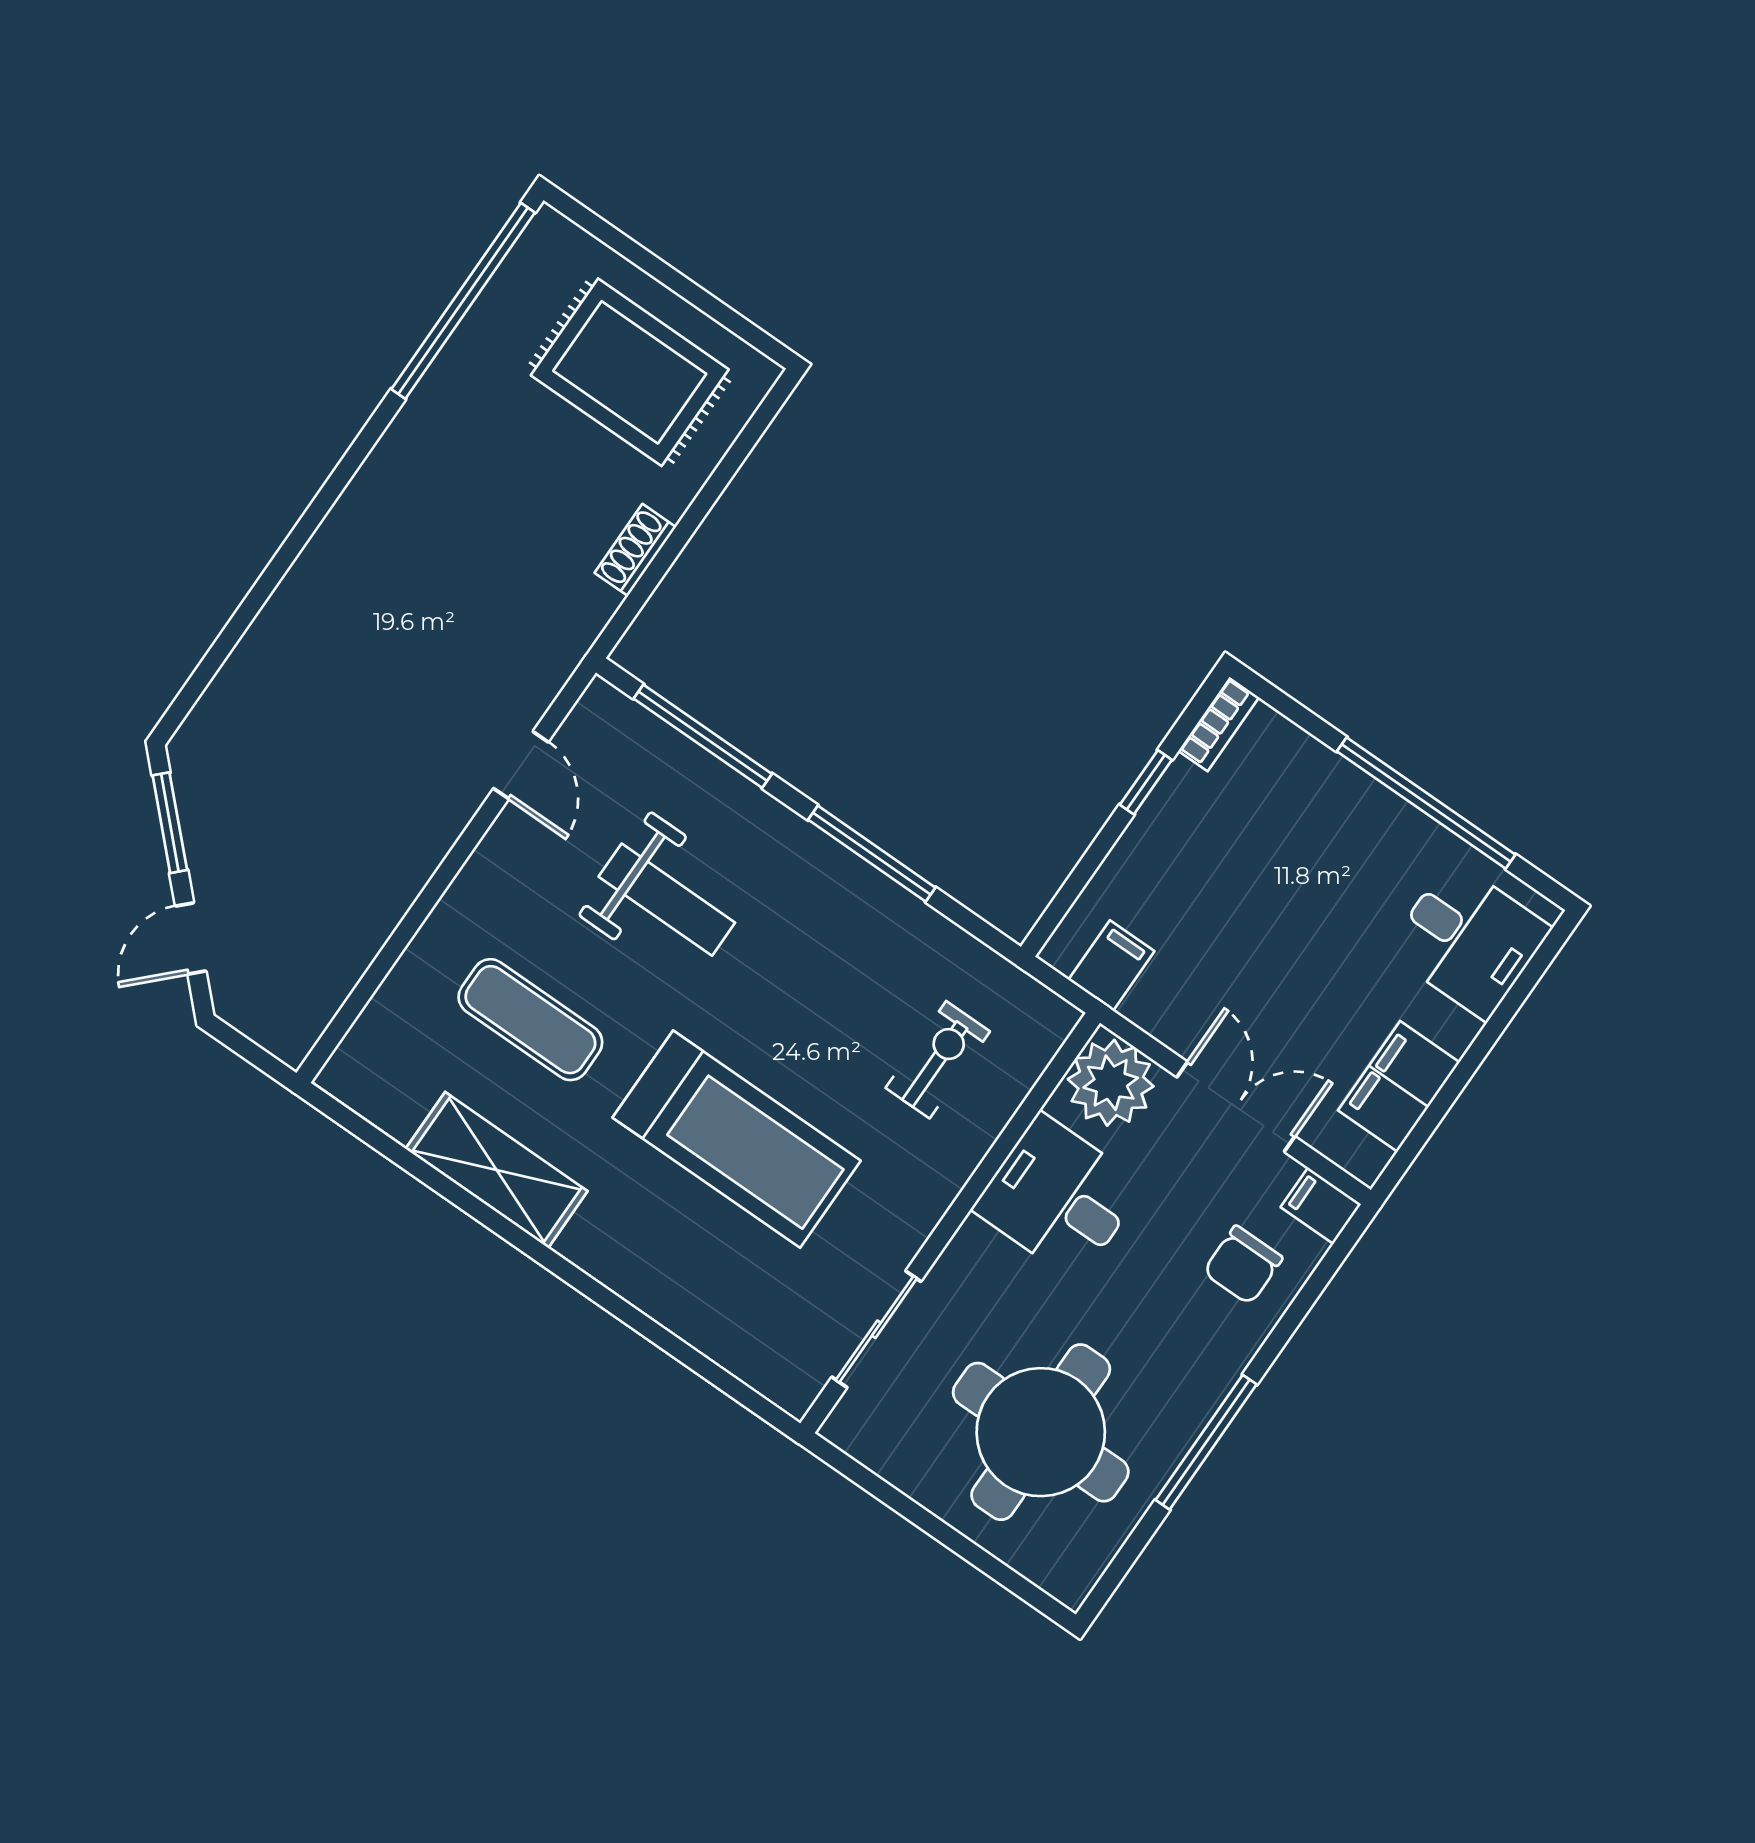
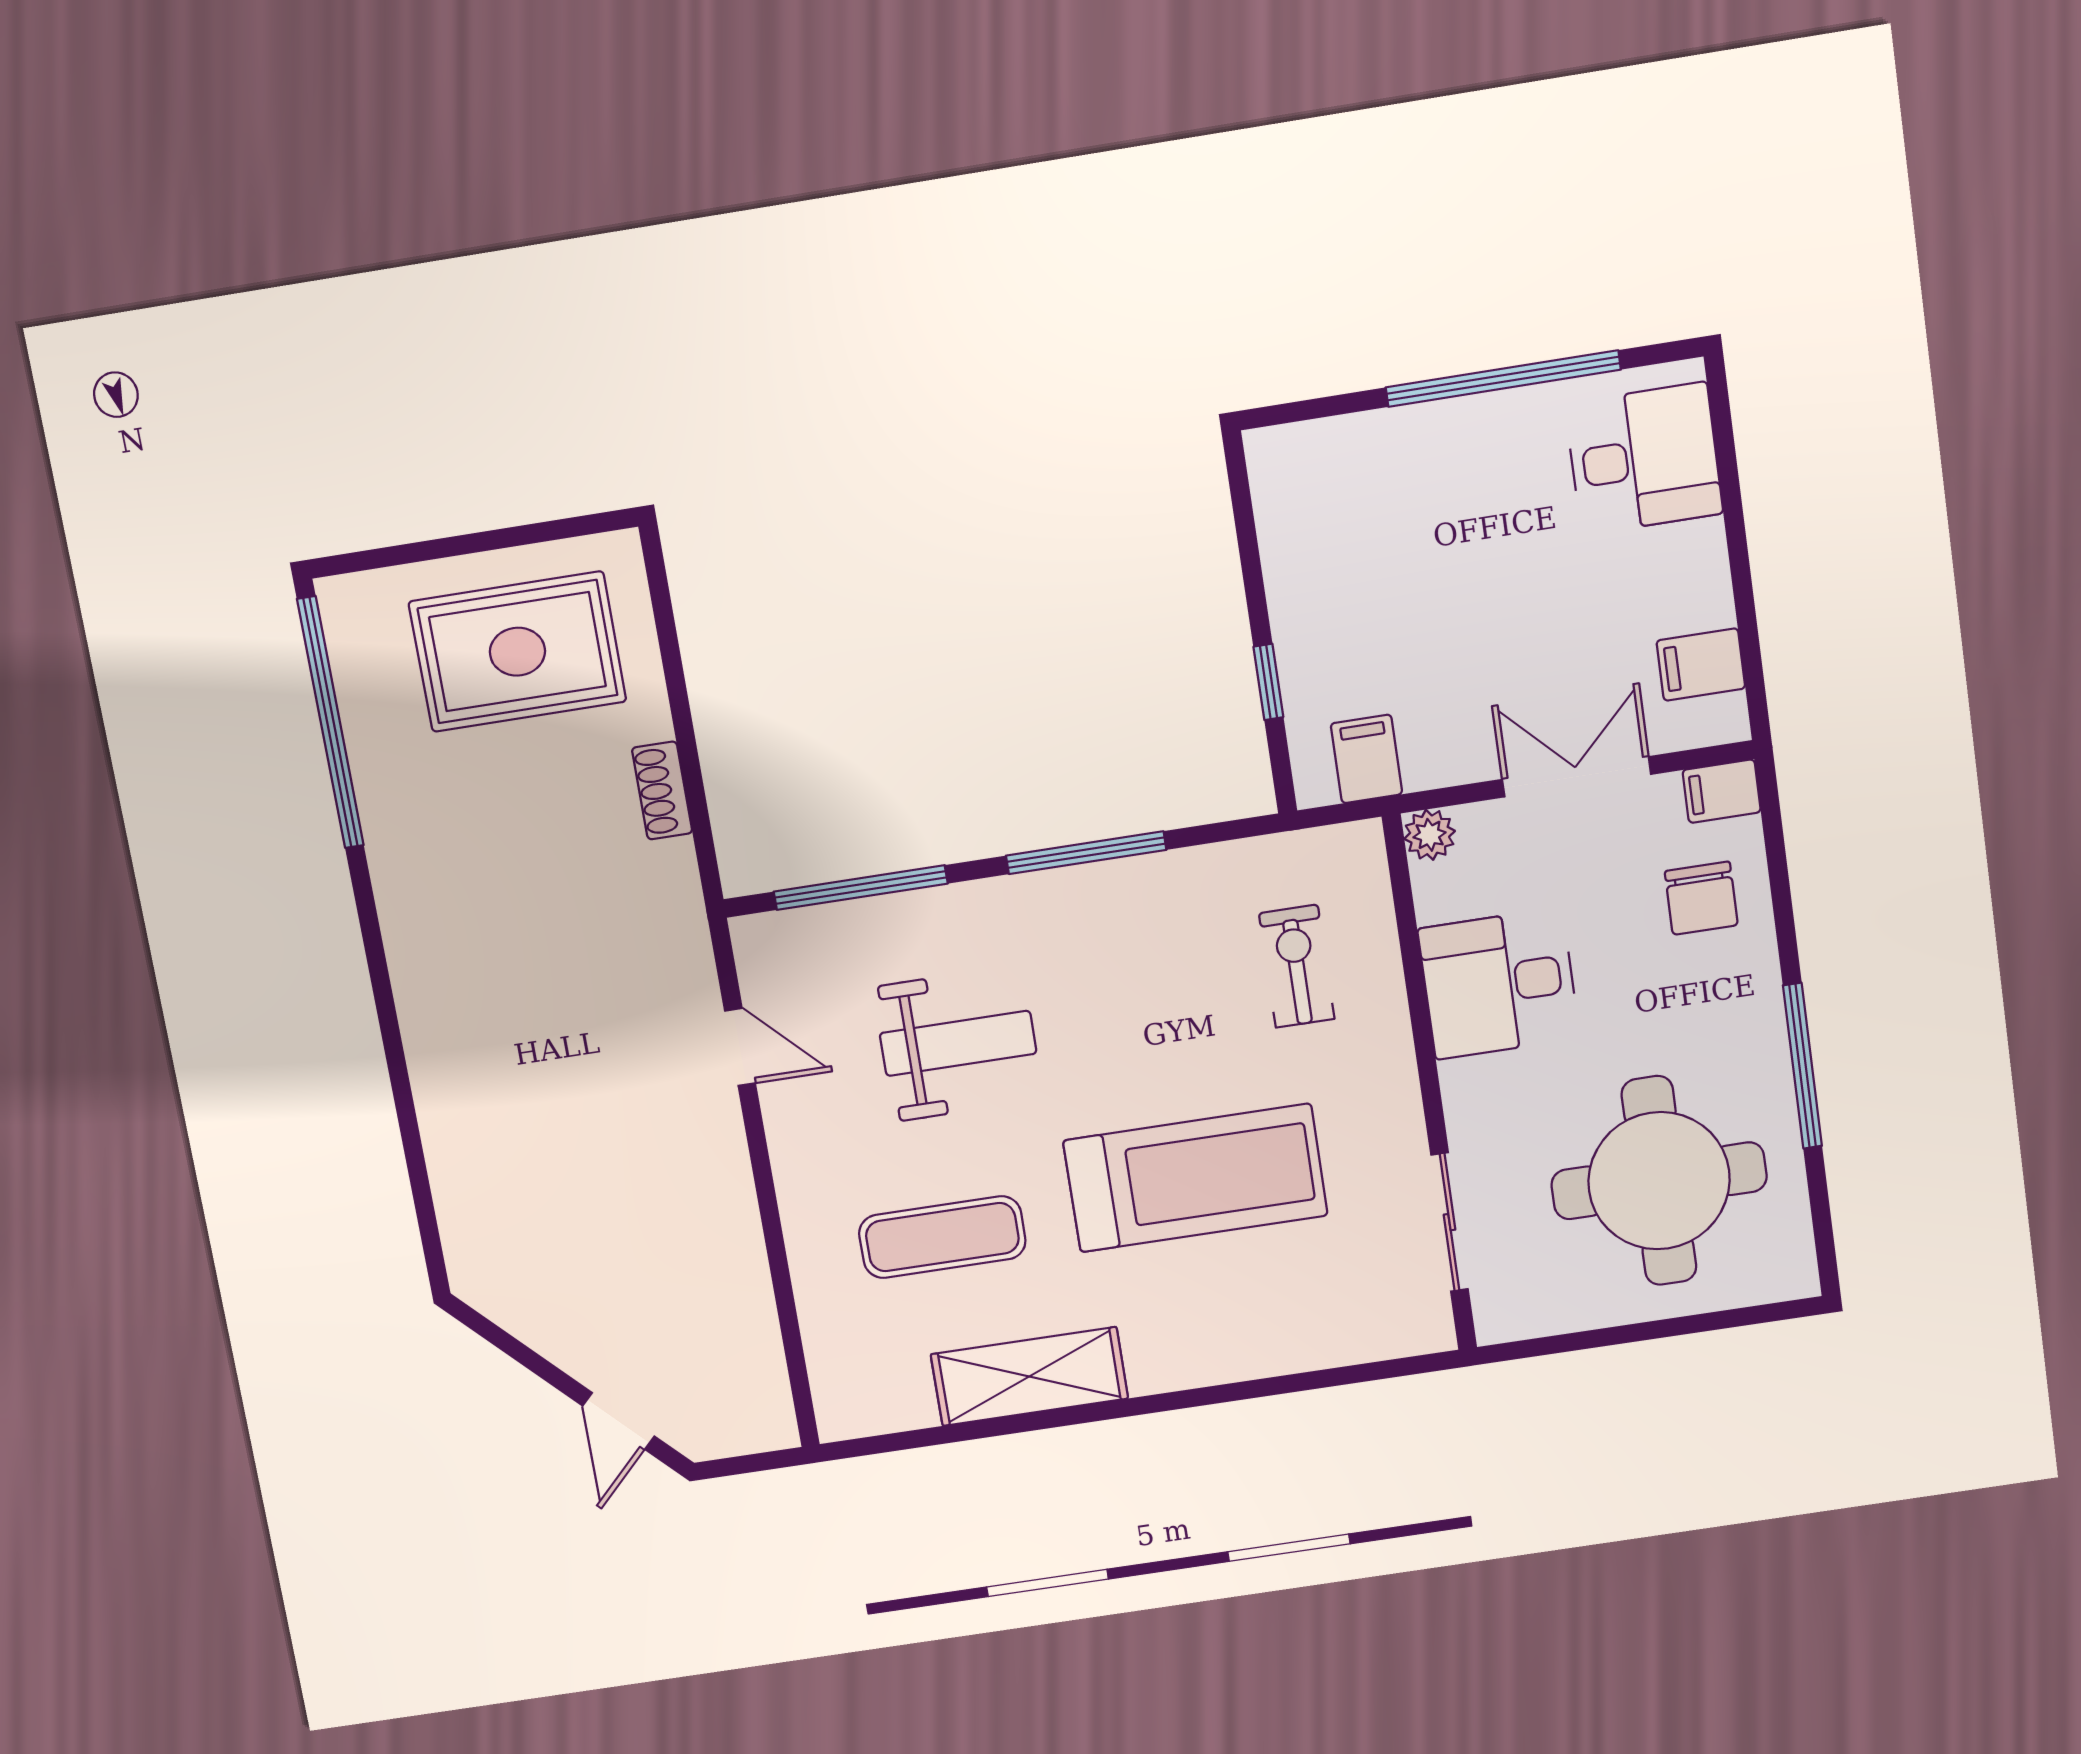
bookcase: (1219, 724) -> (1269, 478), removed
window: (1146, 782) -> (1268, 682), moved
window: (170, 823) -> (514, 1348), removed
plant: (1111, 1083) -> (1430, 835), width x0.53, depth x0.53
filing cabinet: (1399, 1086) -> (1701, 665), width x0.50

